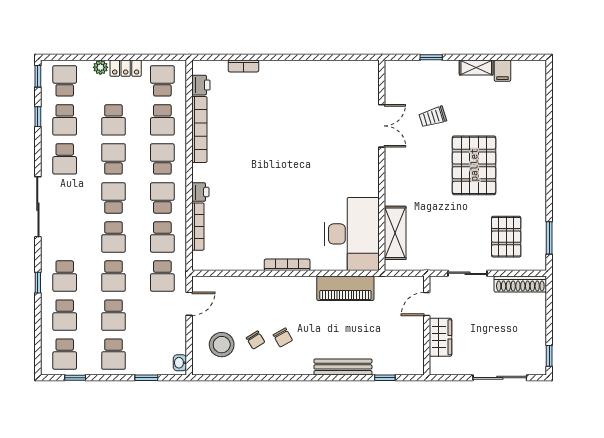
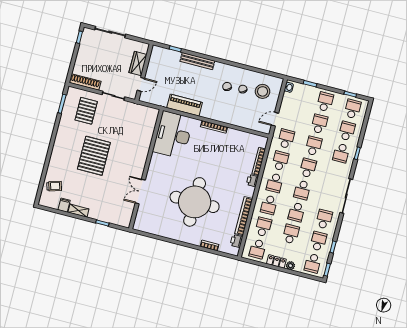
trolley: (433, 117) -> (54, 186), moved
round table: (287, 132) -> (195, 202), added
shelving: (395, 233) -> (148, 129), removed
school desk: (65, 276) -> (341, 153), turned 180

